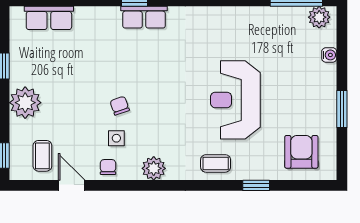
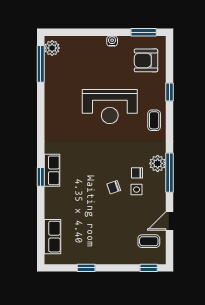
water cooler: (329, 55) -> (112, 41), moved
plant: (25, 103) -> (112, 253), removed
window: (342, 109) -> (144, 32), moved
chair: (108, 167) -> (137, 173), moved
window: (141, 185) -> (169, 173), added

